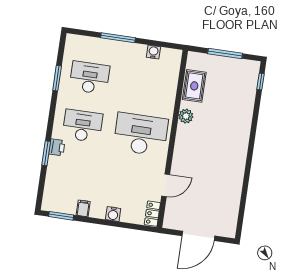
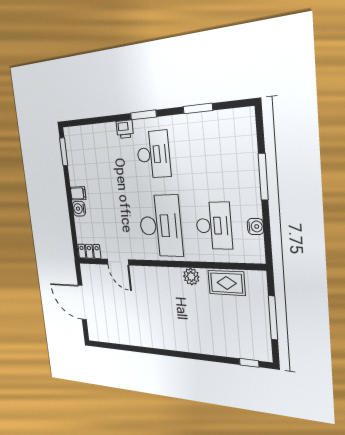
desk: (90, 78) -> (214, 226), moved
window: (46, 153) -> (143, 115), moved
filing cabinet: (83, 208) -> (78, 193), moved

